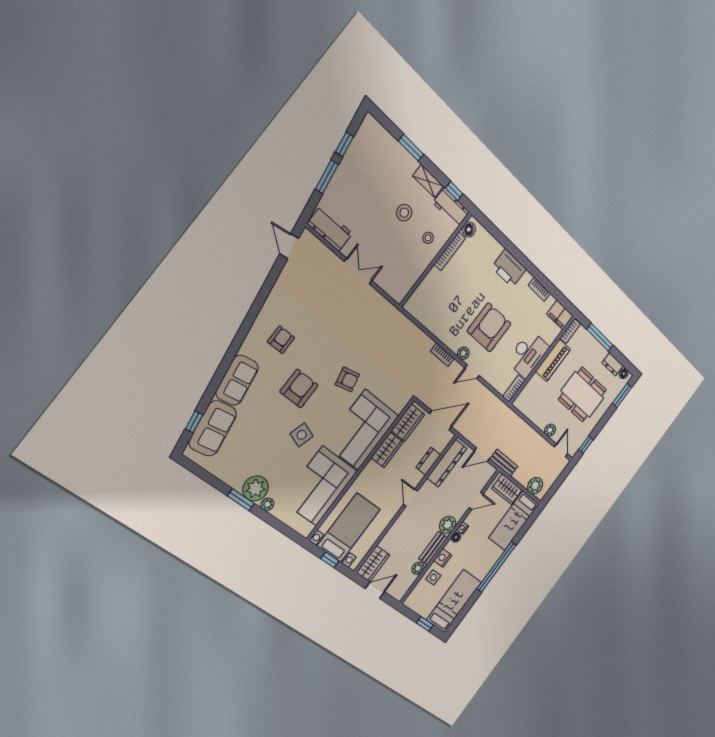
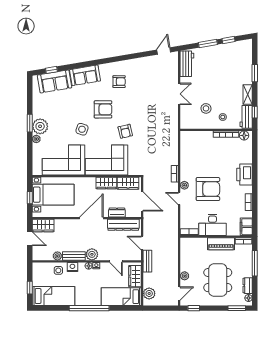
stool: (404, 213) -> (206, 108), moved
door: (410, 498) -> (91, 218), width x1.87

